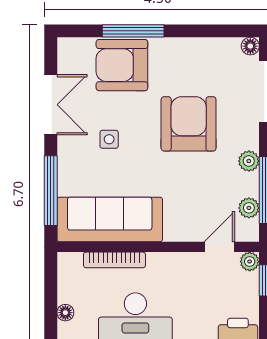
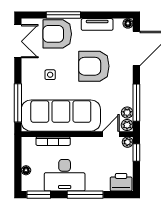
tv unit: (194, 48) -> (97, 24), added
double door: (51, 105) -> (18, 41), moved
armchair: (189, 124) -> (94, 66), turned -90
plant: (249, 161) -> (127, 125), moved
sofa: (110, 219) -> (61, 116), width x1.36, depth x1.27

